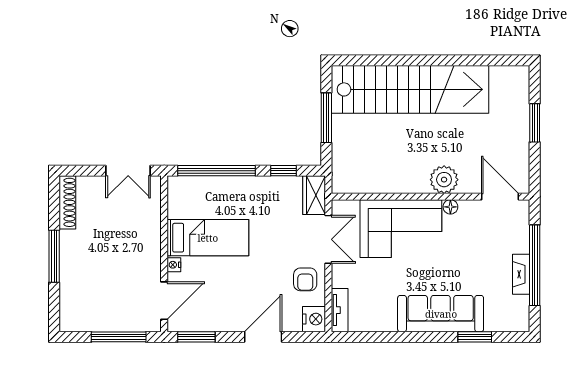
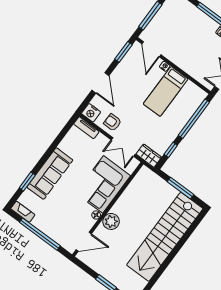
fireplace: (521, 274) -> (23, 212), moved

